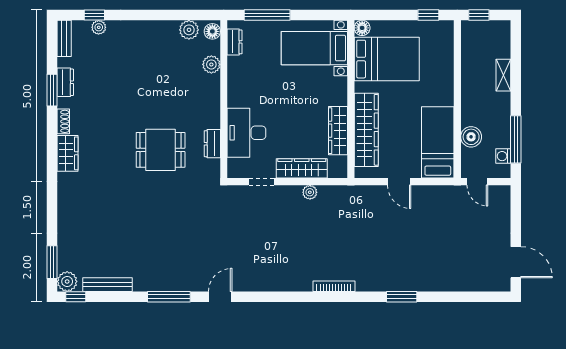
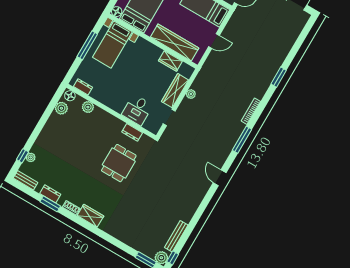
window: (267, 15) -> (87, 45), moved
wardrobe: (338, 131) -> (170, 61), width x0.67
desk: (246, 133) -> (137, 110), width x0.73
window: (169, 297) -> (242, 140), moved

